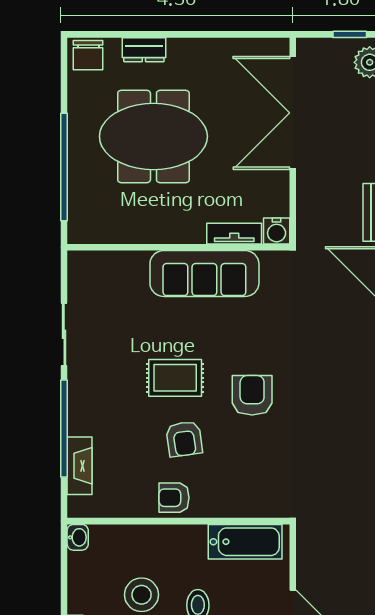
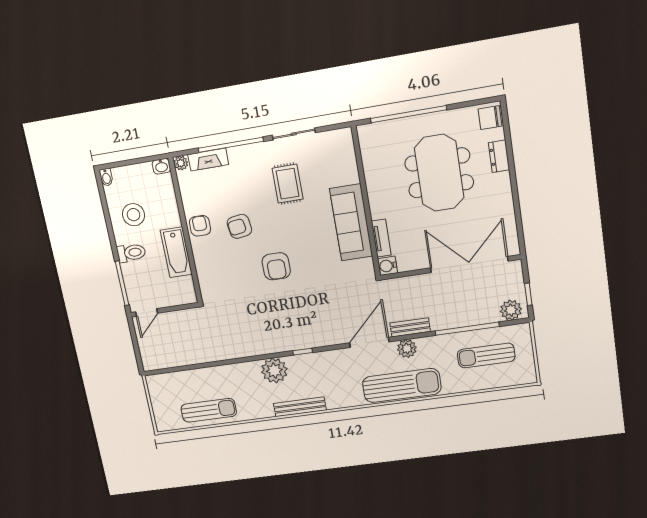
rug: (175, 378) -> (288, 184), moved
armchair: (252, 395) -> (276, 266), turned 90
plant: (78, 507) -> (181, 163), added
bathtub: (245, 542) -> (176, 252), moved

